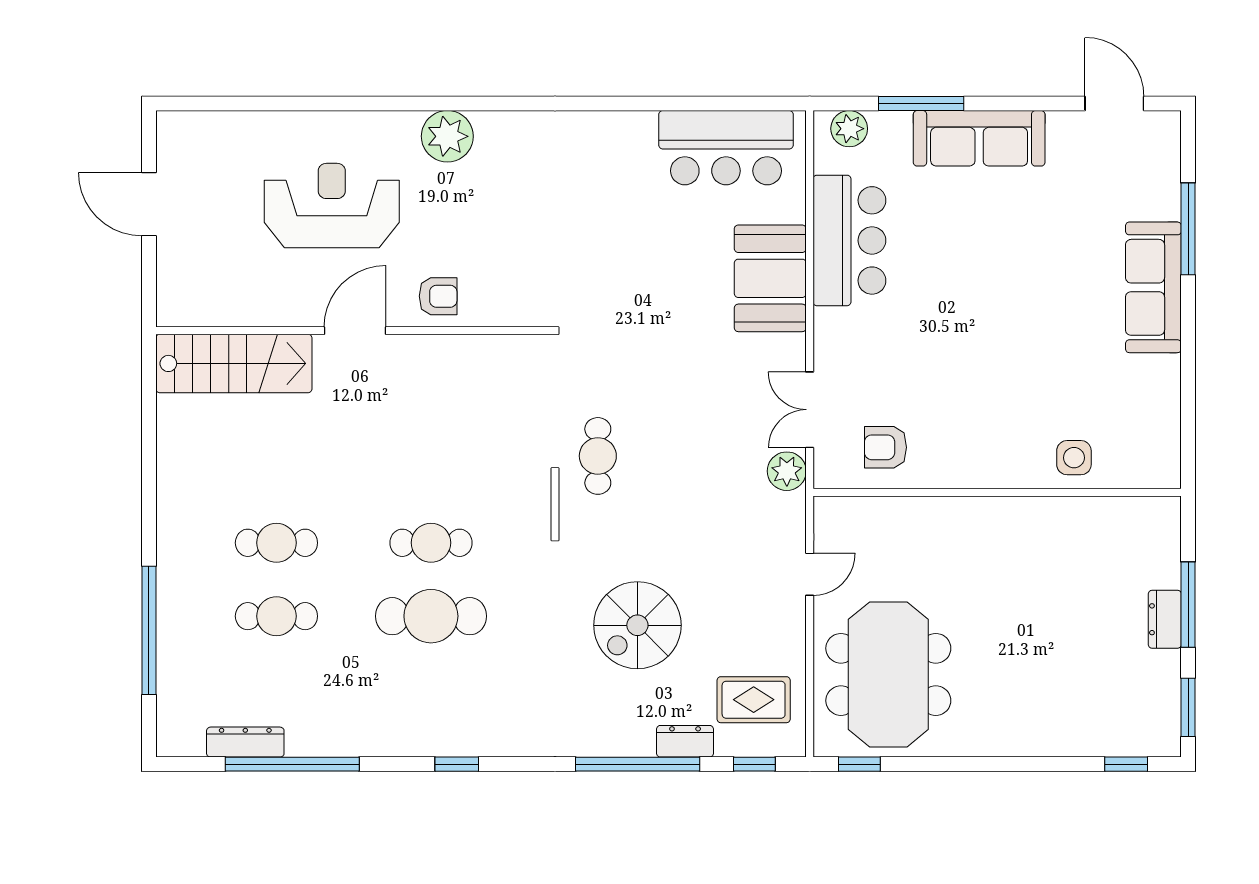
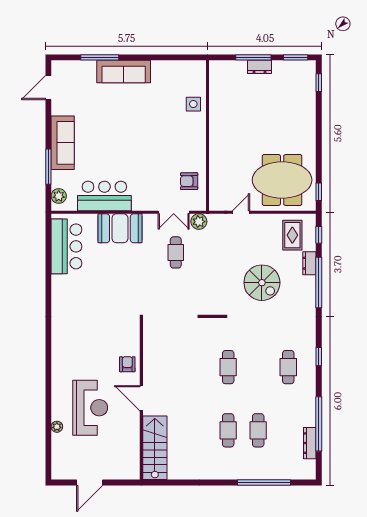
plant: (447, 136) -> (57, 427), moved, width x0.53, depth x0.53
reception desk: (332, 205) -> (90, 408), turned 180
armchair: (885, 447) -> (189, 181), turned 90
cafe table: (598, 456) -> (176, 252), moved, turned 90
door: (810, 574) -> (241, 212), hinge flipped
cafe table: (431, 616) -> (288, 367), moved, width x0.73, depth x0.74

